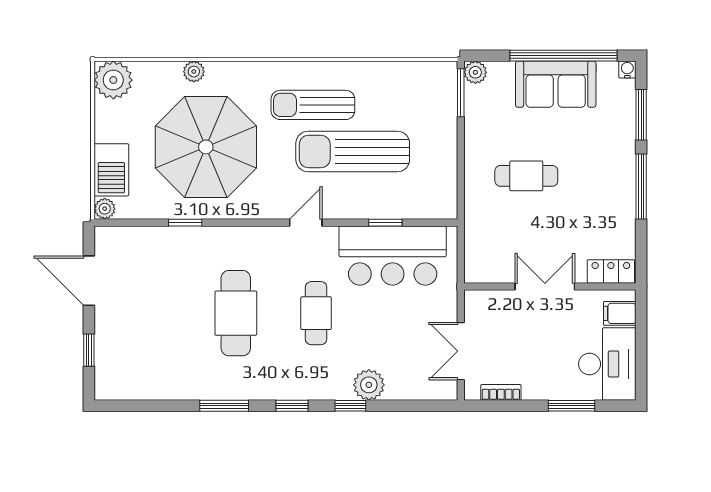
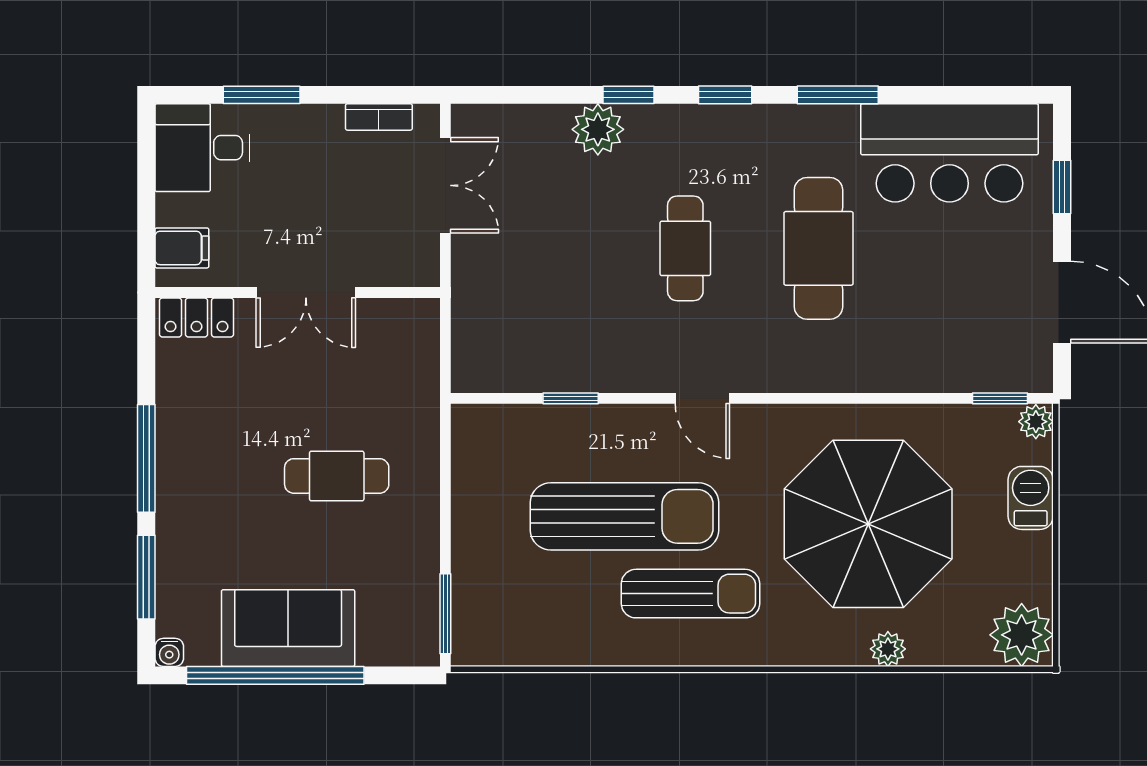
plant: (475, 72) -> (421, 648), removed
barbecue: (111, 170) -> (1031, 498), width x0.73, depth x0.79
window: (185, 223) -> (1000, 398), moved
door: (306, 223) -> (702, 398), hinge flipped
bar counter: (393, 256) -> (950, 153), moved, turned 180
desk: (607, 364) -> (203, 148), width x0.73

